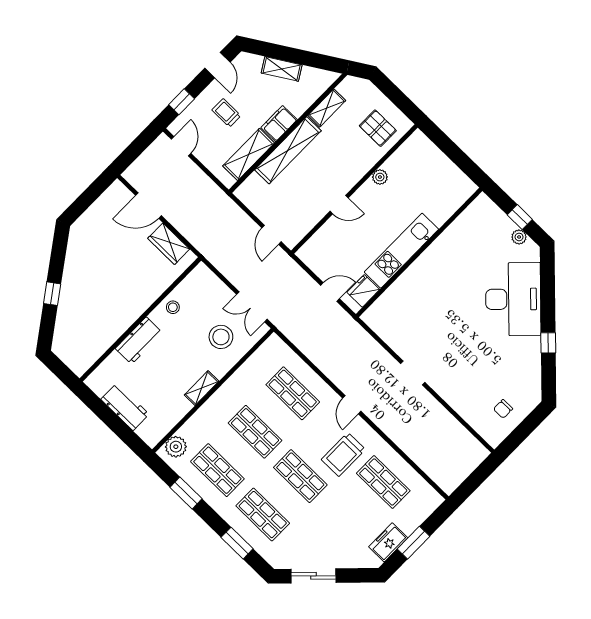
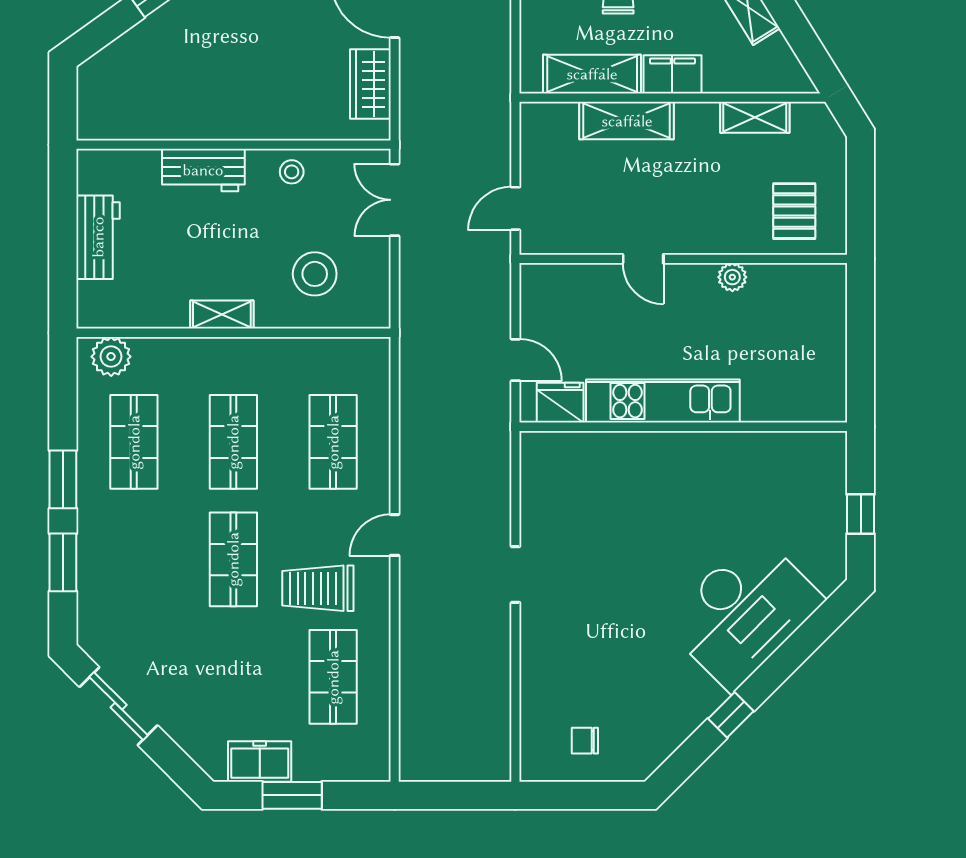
shelving: (288, 150) -> (627, 121), width x0.68
plant: (519, 237) -> (833, 539), removed
double door: (252, 307) -> (395, 200), moved
window: (186, 493) -> (63, 479), moved
shop shelf: (263, 515) -> (134, 559), removed

